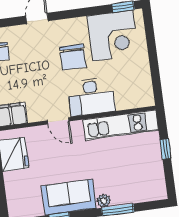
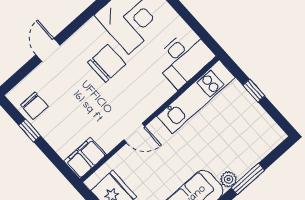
chair: (73, 57) -> (107, 63), turned -90
desk: (91, 97) -> (184, 58), moved

